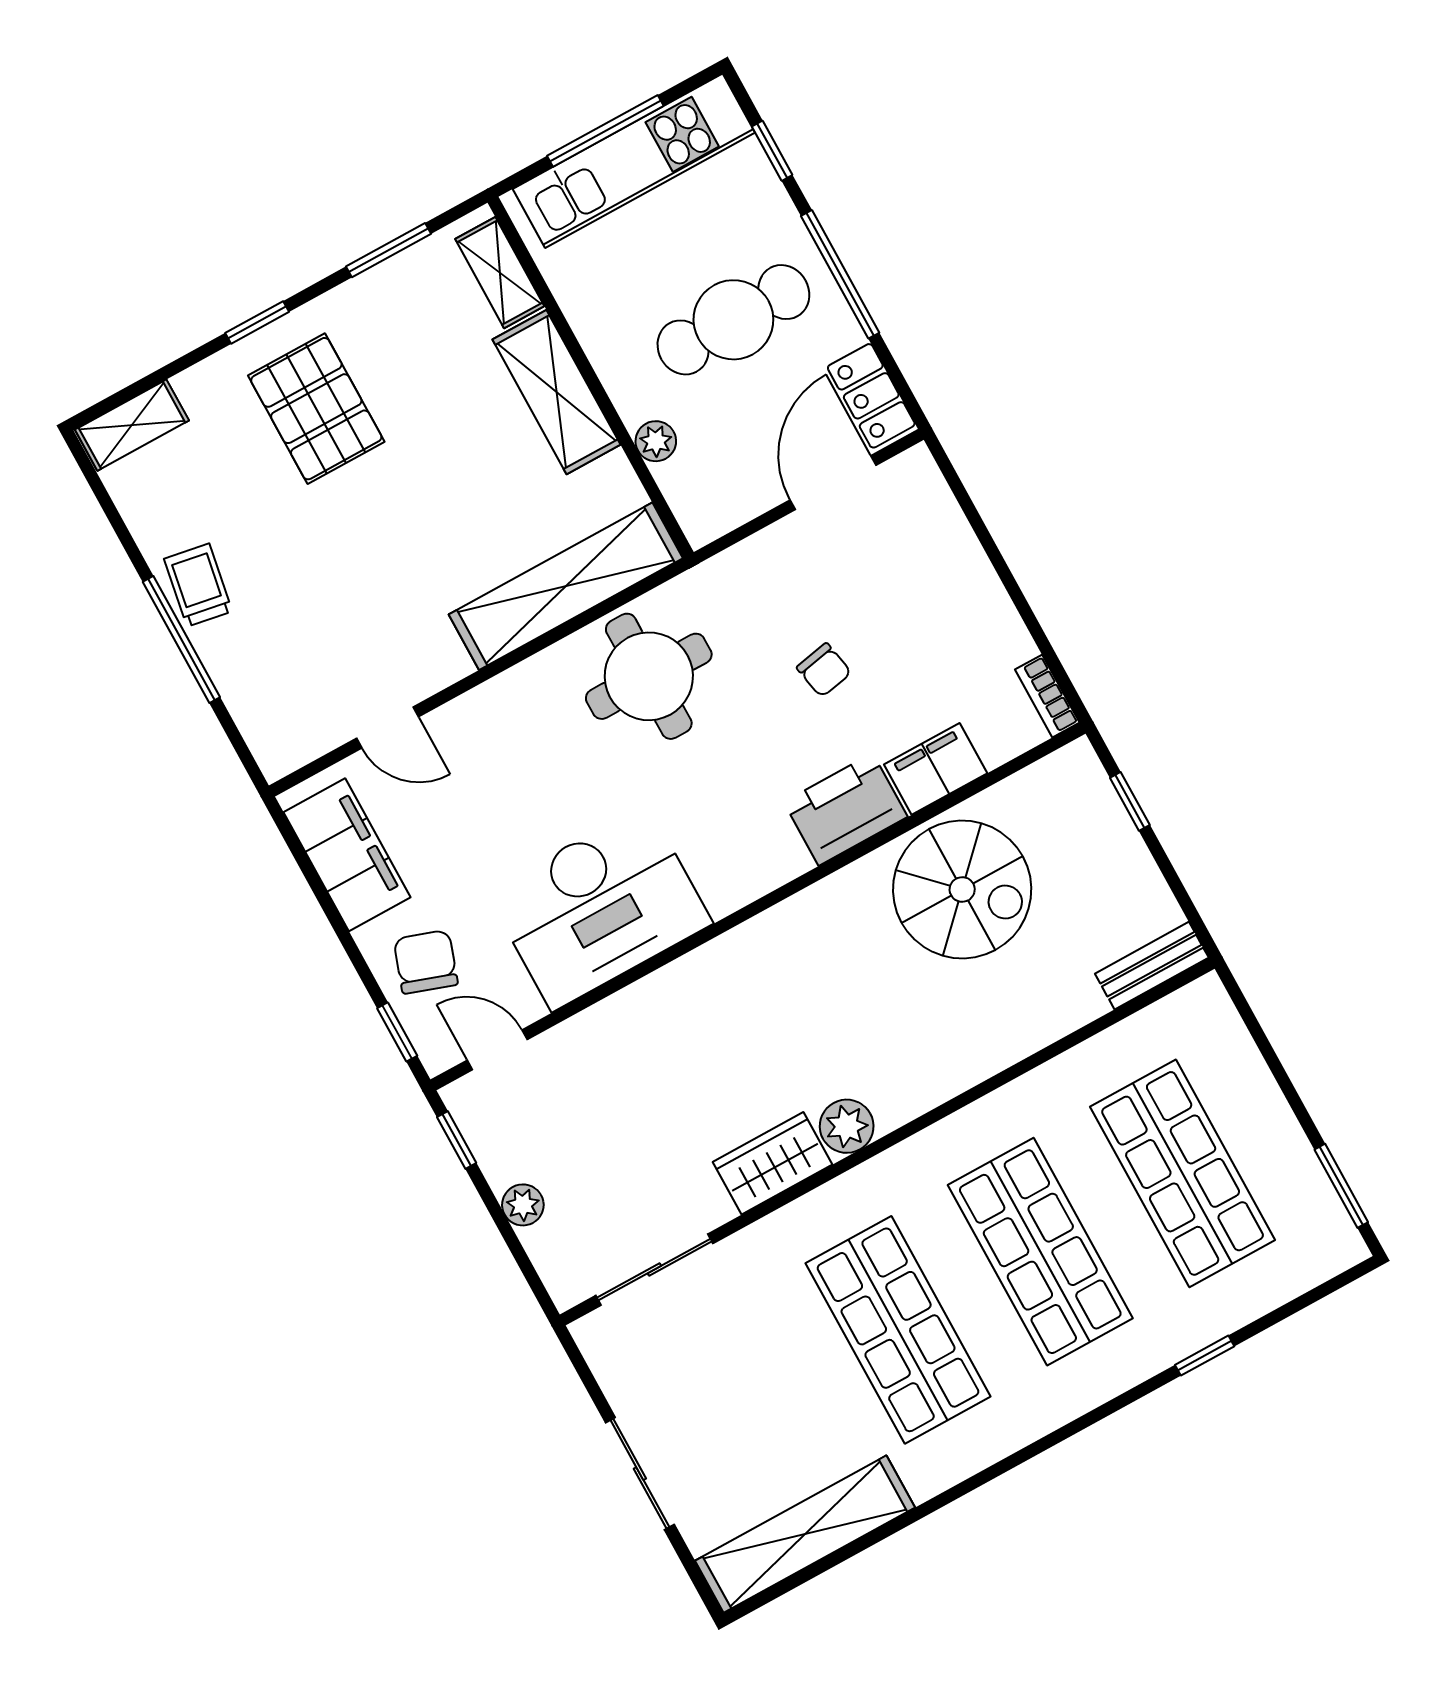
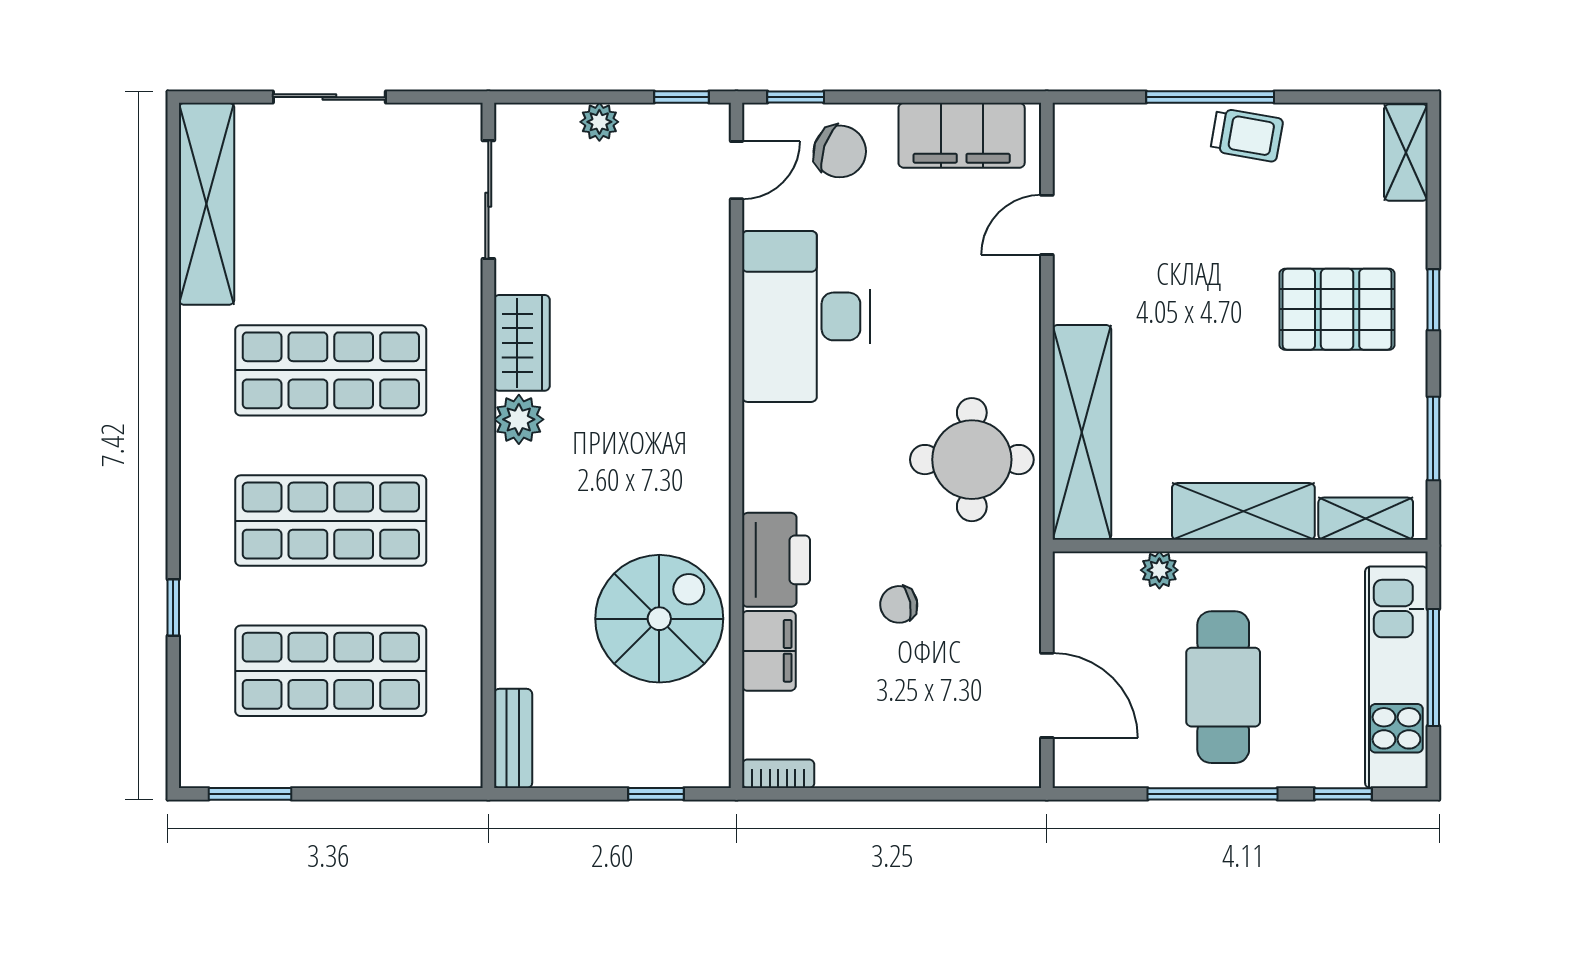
locker: (871, 396) -> (1100, 765), removed
spiral stairs: (962, 889) -> (659, 619), turned 180

